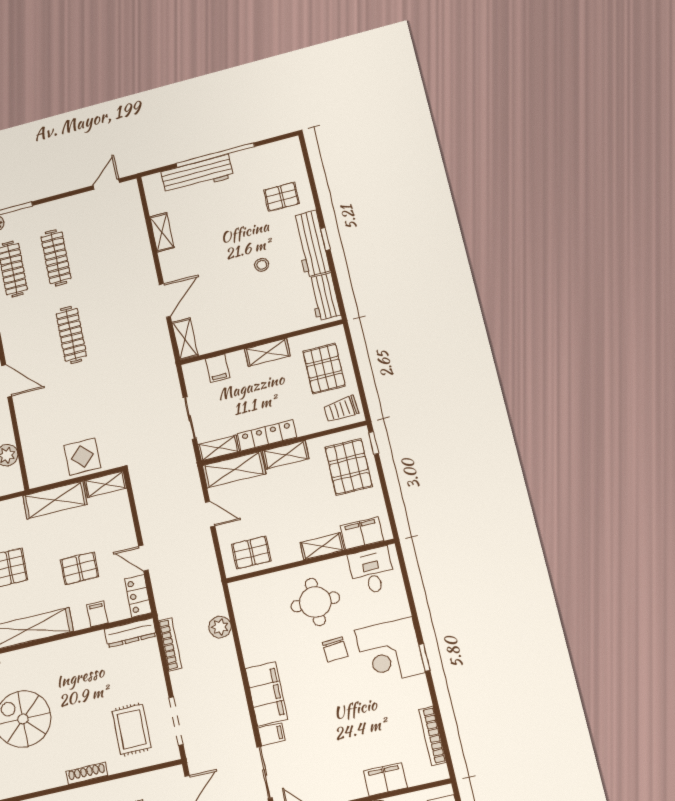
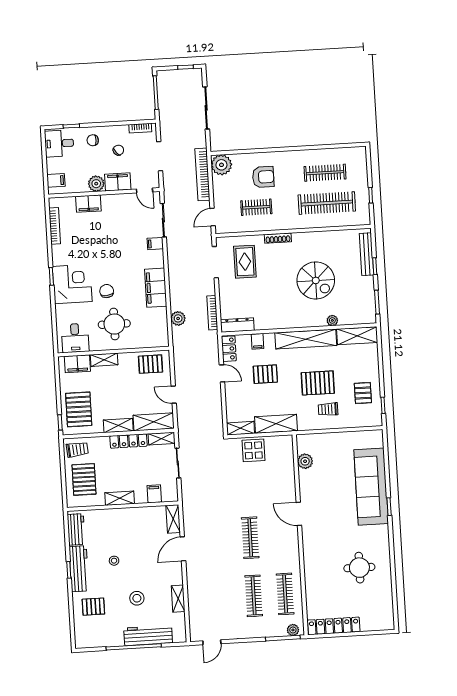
stool: (221, 221) -> (137, 598), added
filing cabinet: (266, 694) -> (156, 288), moved

